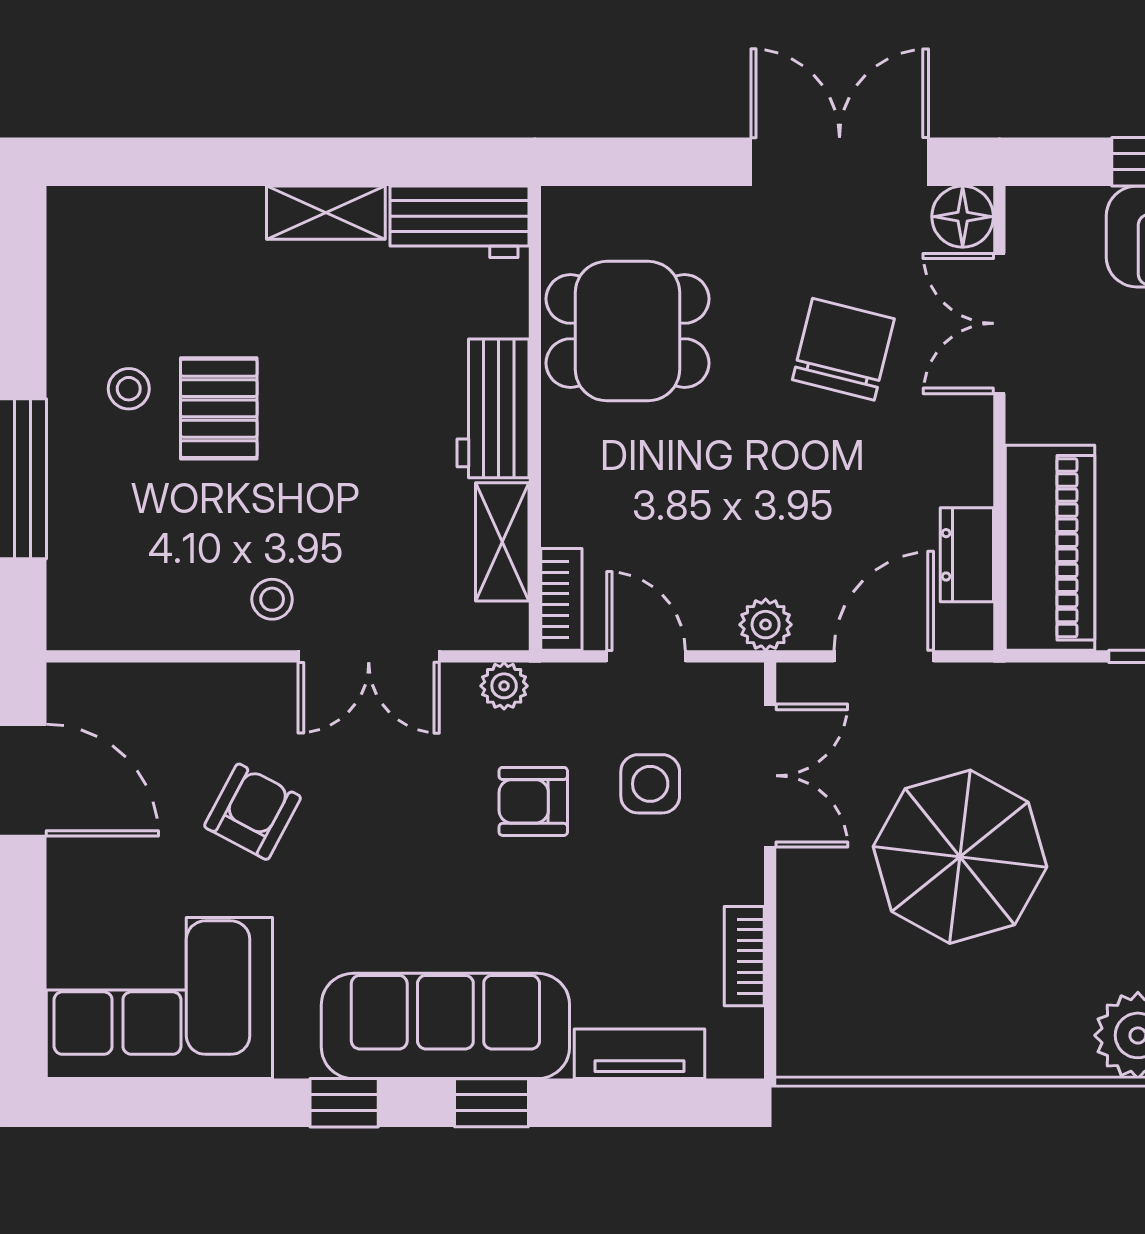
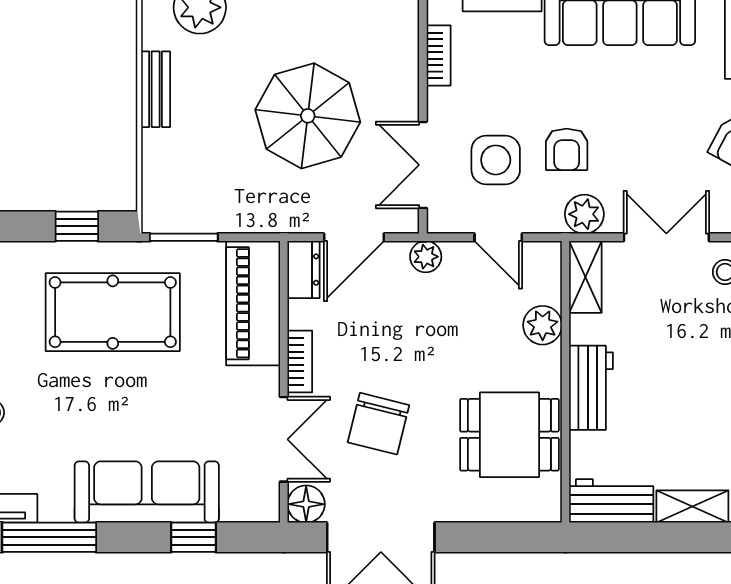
plant: (573, 512) -> (543, 325), added
shelving: (502, 542) -> (585, 277), moved
dresser: (967, 555) -> (304, 270), moved
bookcase: (561, 599) -> (300, 361), moved, turned 180
plant: (504, 686) -> (584, 214), width x1.38, depth x1.38
side table: (650, 784) -> (496, 160), width x1.37, depth x1.37
armchair: (533, 801) -> (567, 149), turned 90

